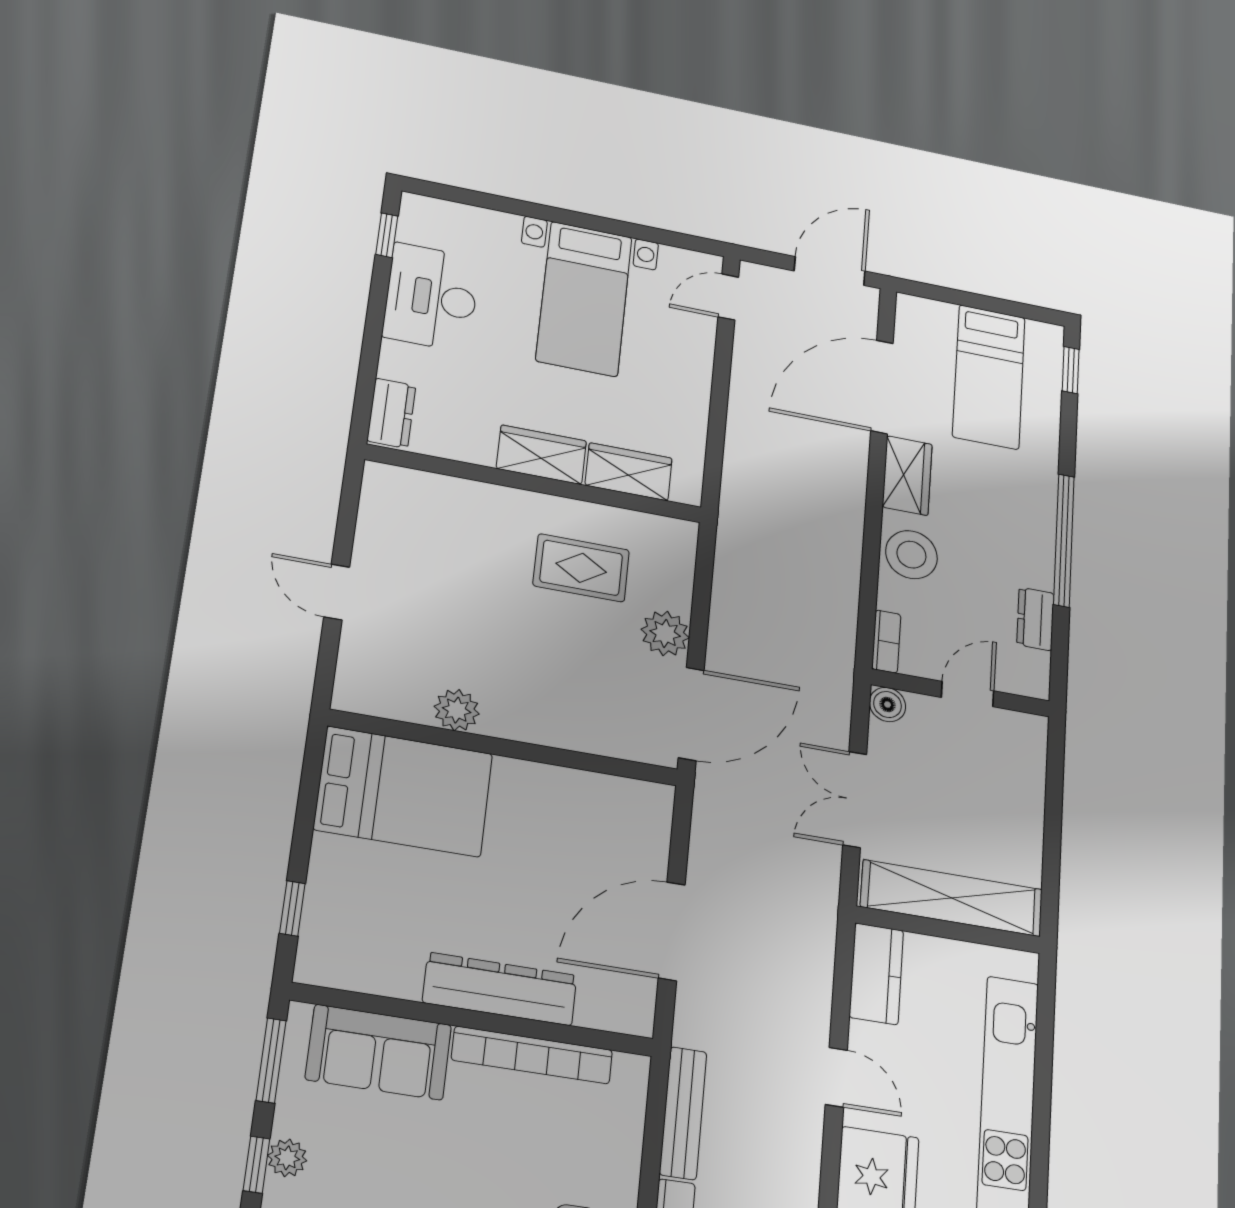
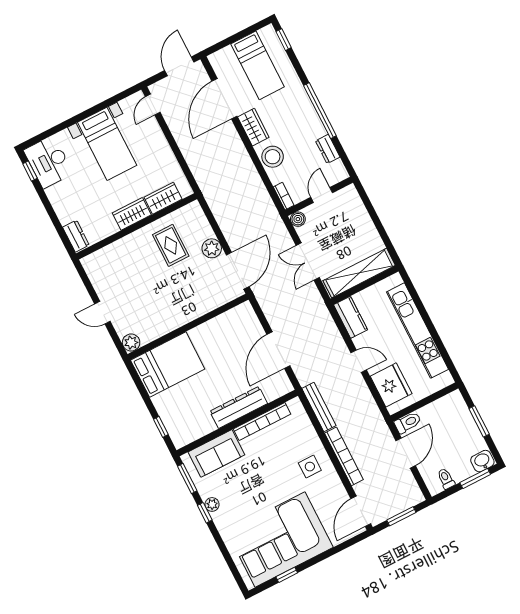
desk: (431, 297) -> (48, 162), moved
rug: (581, 568) -> (171, 245), turned 90
plant: (457, 710) -> (131, 343), moved

